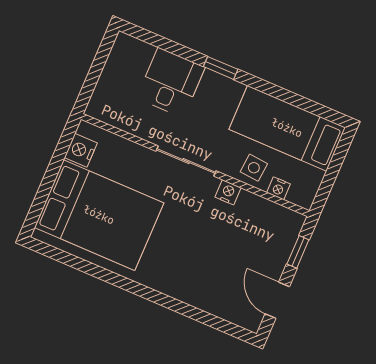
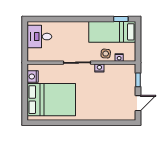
window: (221, 68) -> (121, 19), moved
desk: (171, 83) -> (39, 37), moved, turned -90
door: (277, 300) -> (138, 103), swing flipped

